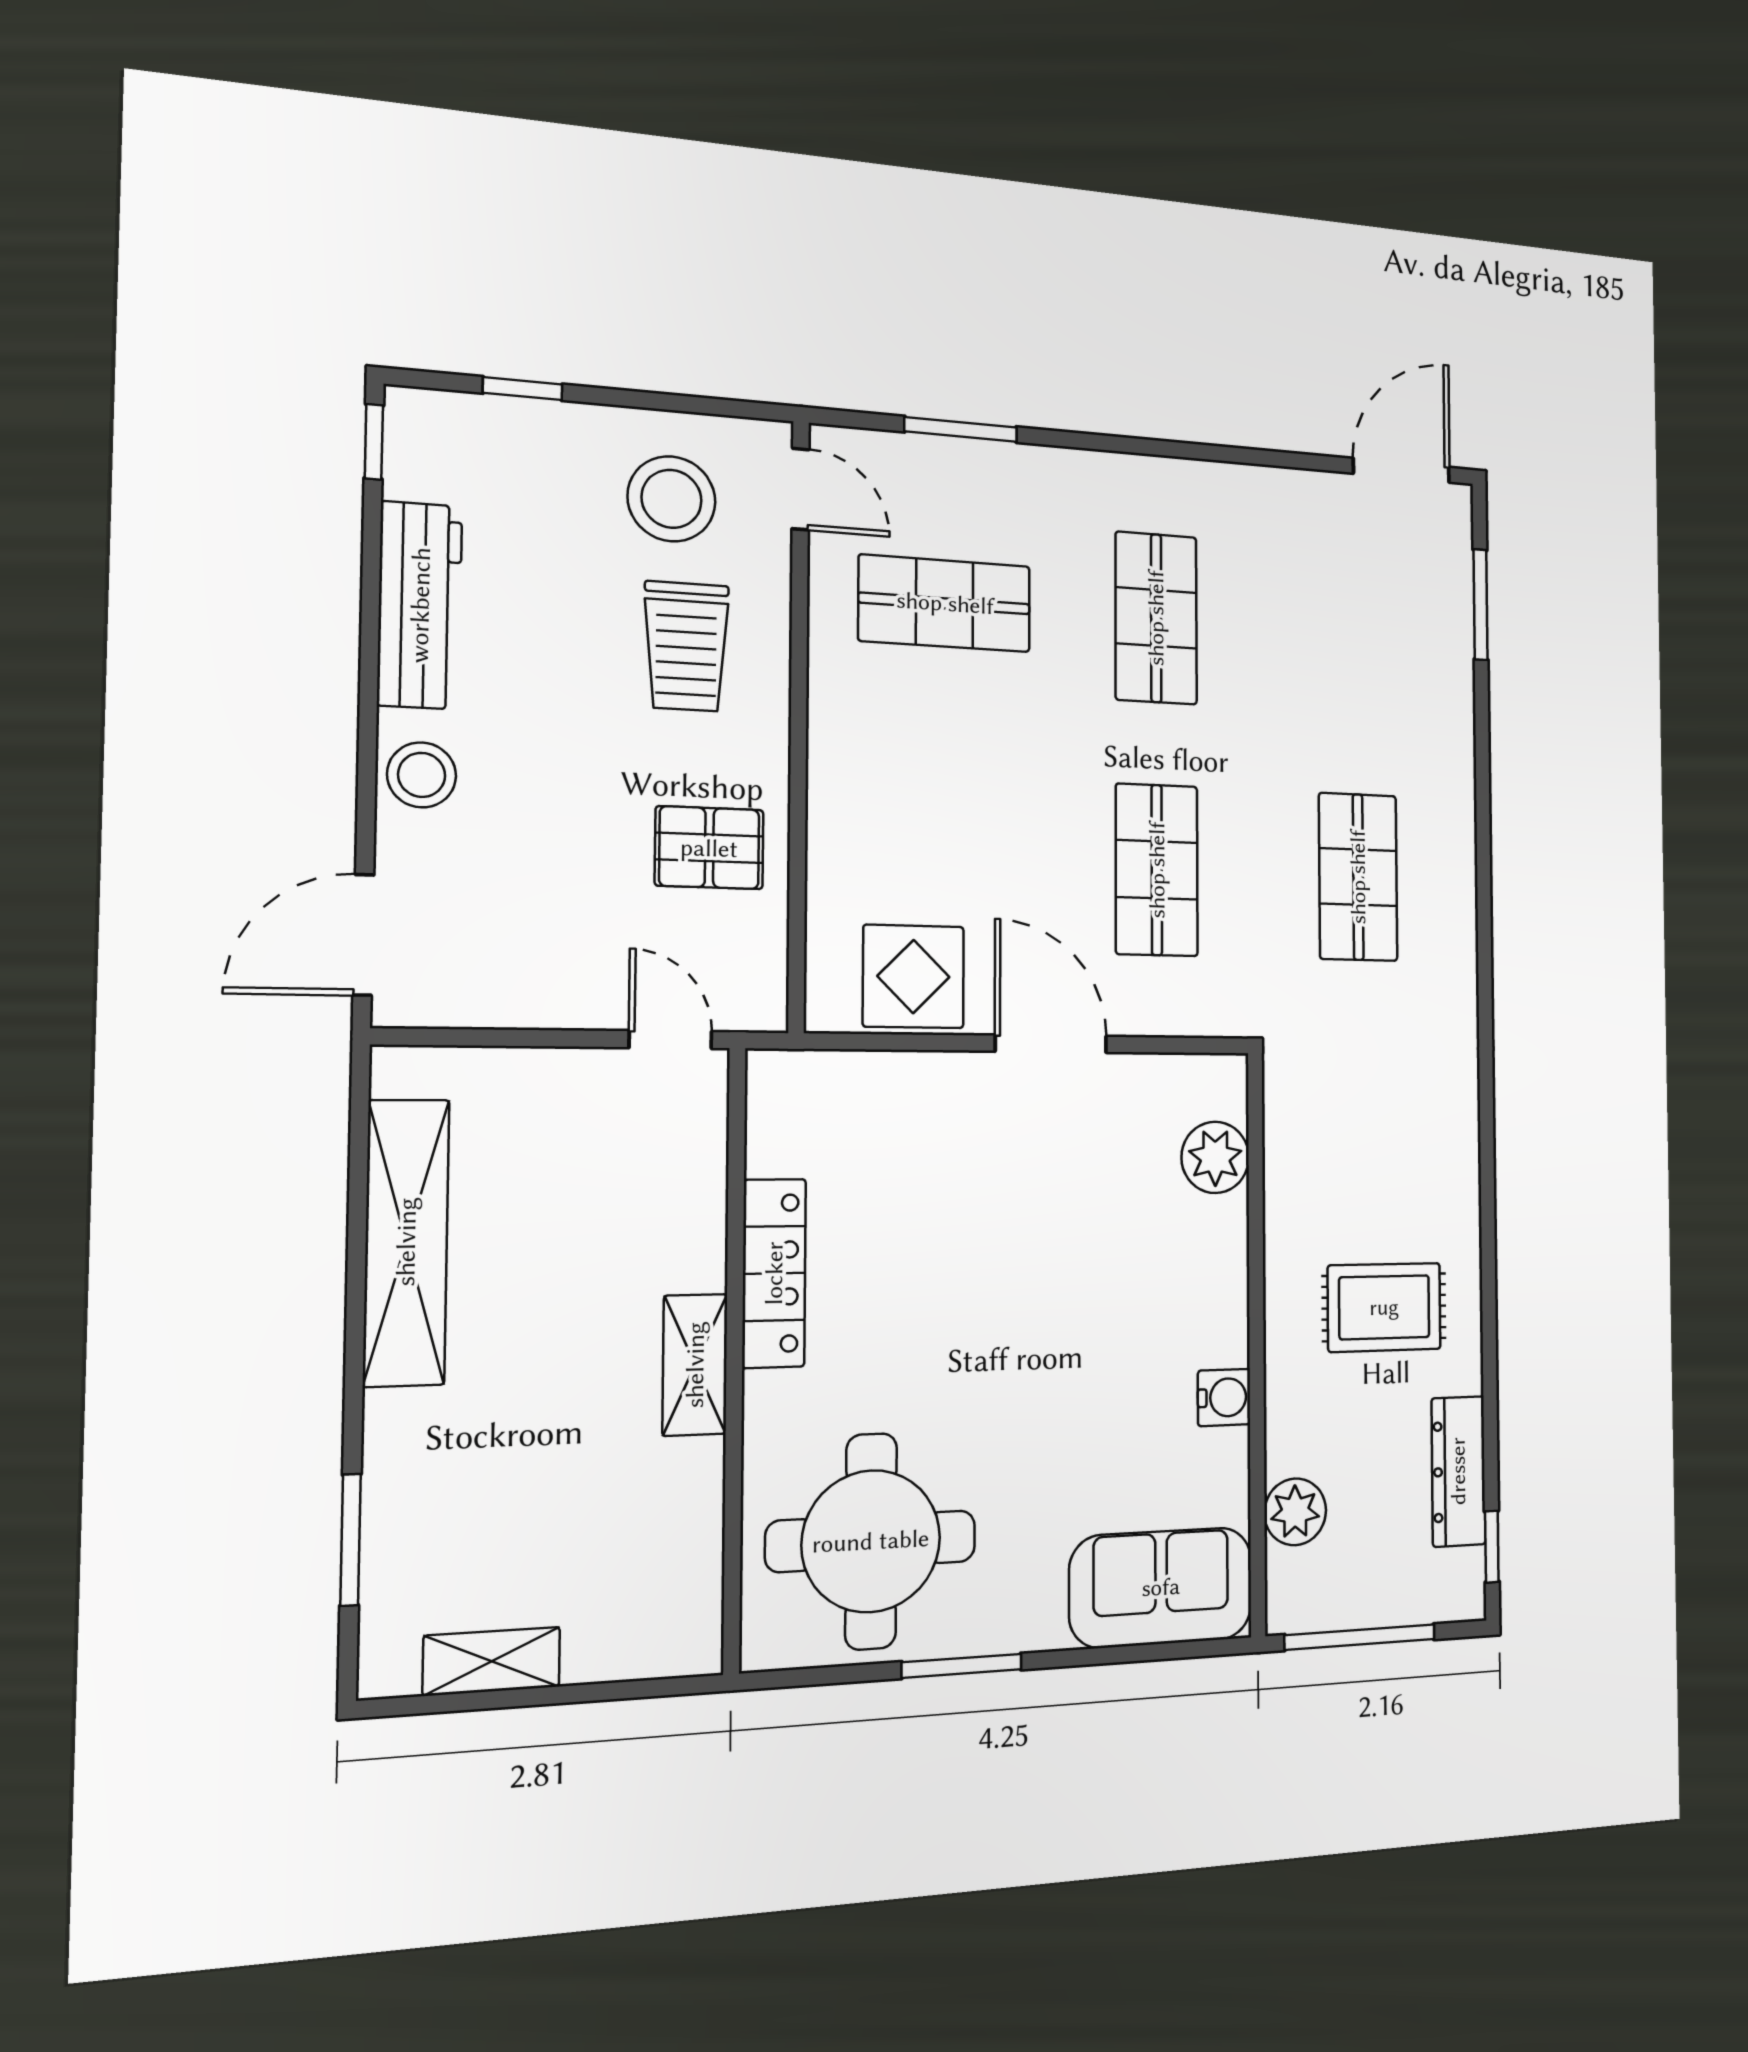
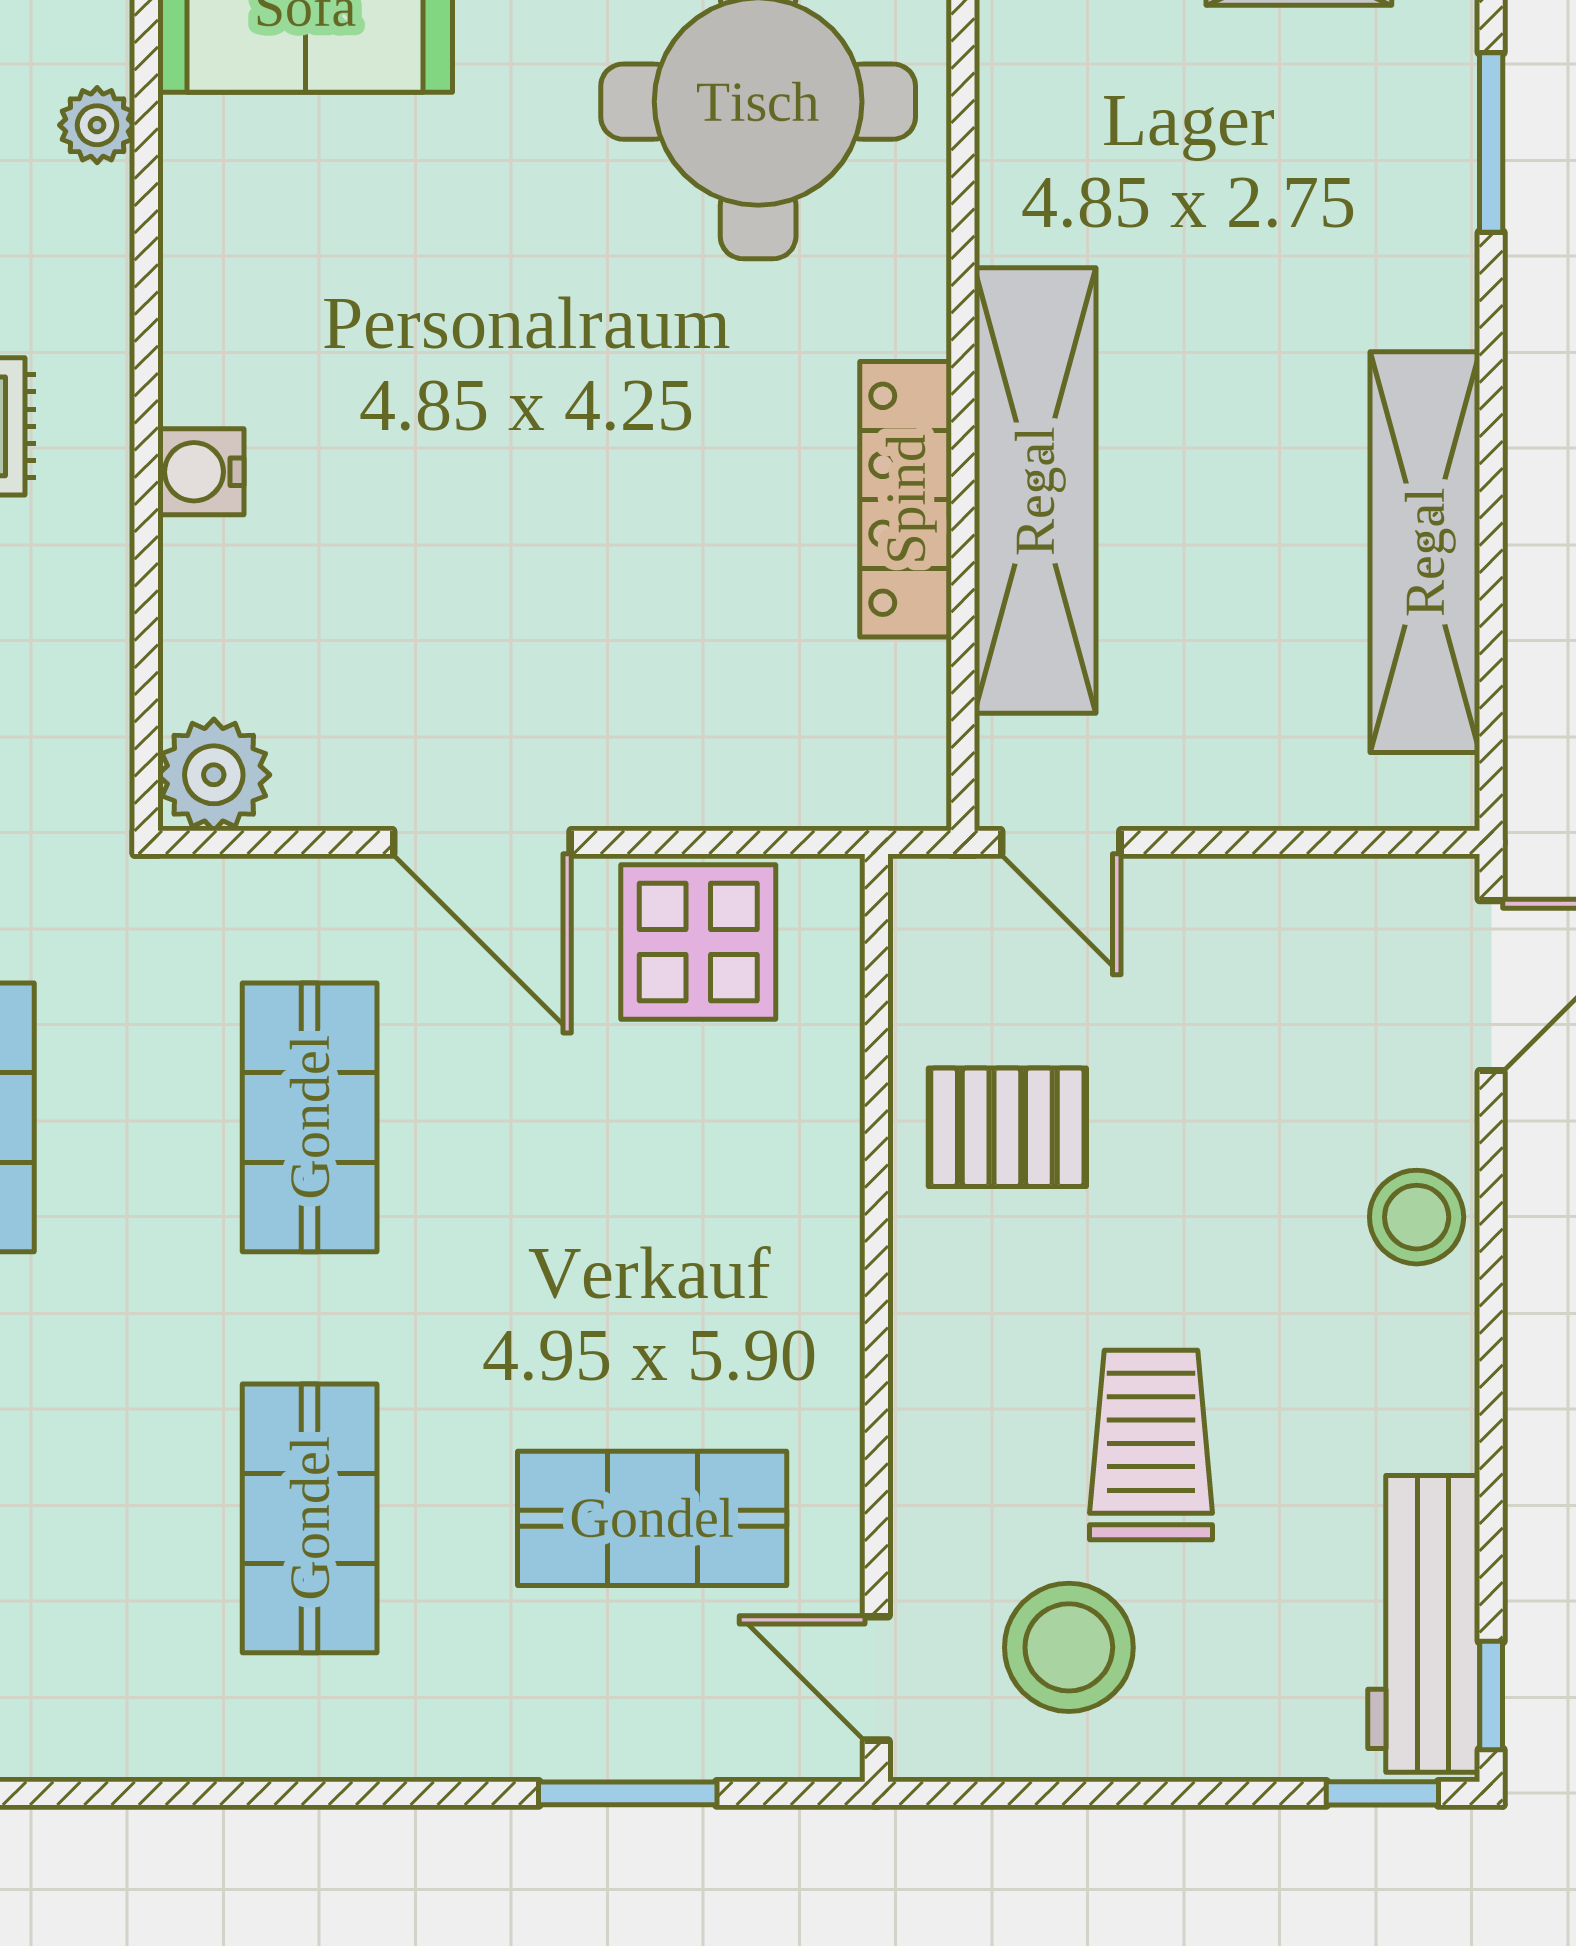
window: (523, 389) -> (1382, 1793), moved
workbench: (420, 605) -> (1424, 1624), moved
trolley: (686, 646) -> (1151, 1445), moved
plant: (1215, 1157) -> (214, 775), moved
shelving: (695, 1365) -> (1035, 491), width x2.20, depth x1.33
water cooler: (1224, 1397) -> (201, 472), moved
plant: (1295, 1512) -> (97, 125), width x0.73, depth x0.73

